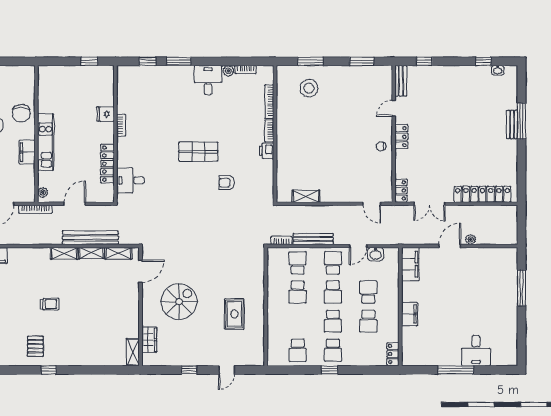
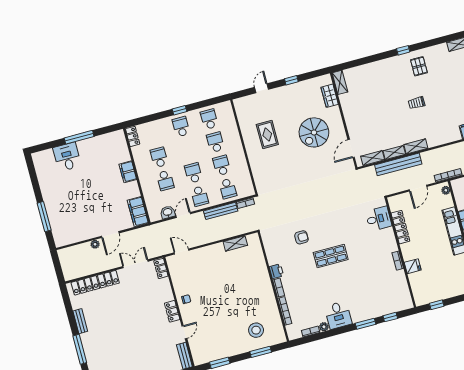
bench: (512, 124) -> (80, 321), moved
school desk: (333, 321) -> (215, 142), moved

